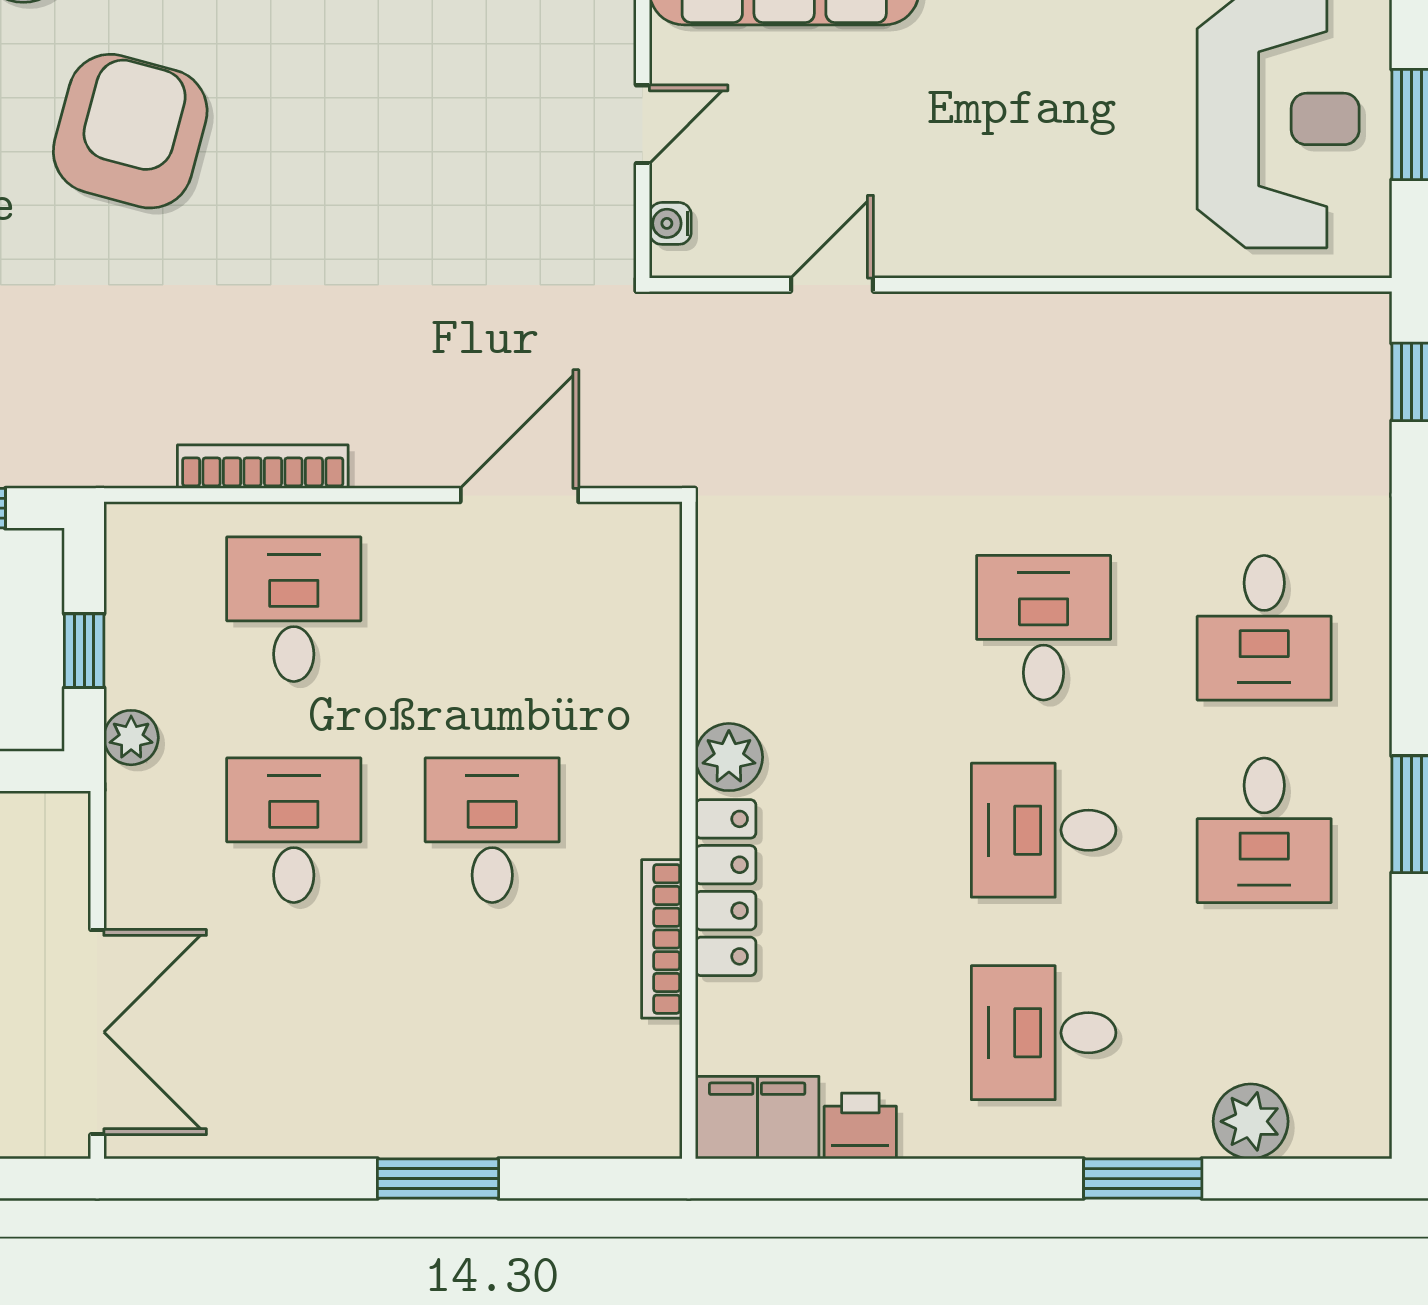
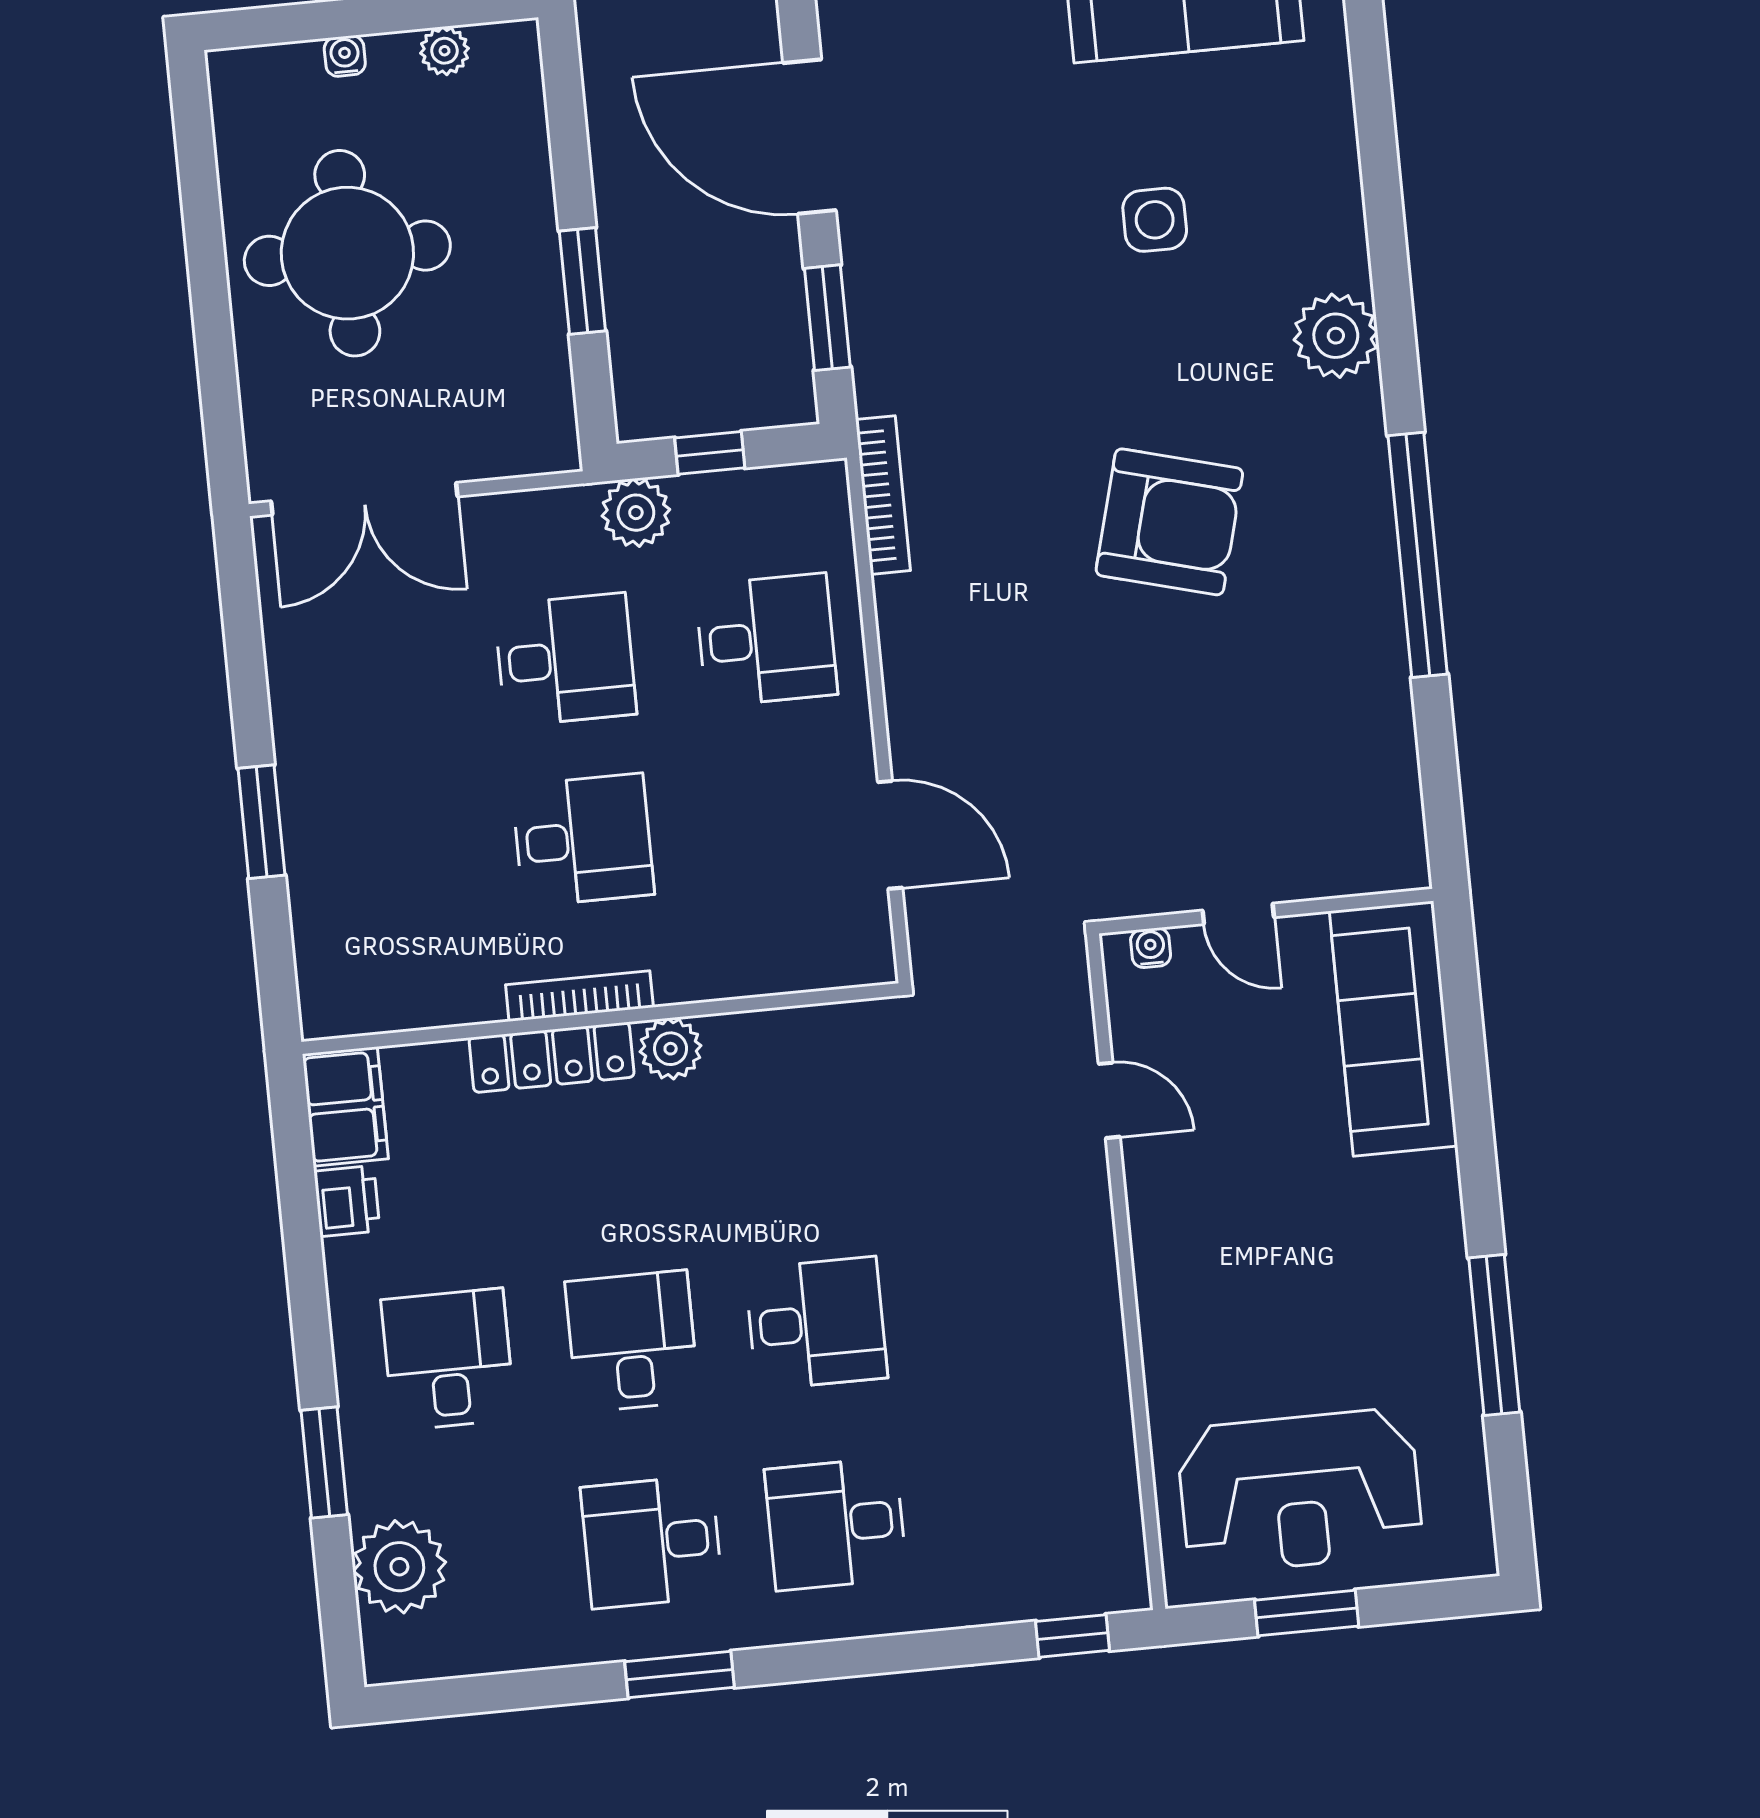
armchair: (130, 131) -> (1169, 522), moved
bookcase: (263, 467) -> (883, 495), moved
plant: (131, 738) -> (636, 513), width x1.38, depth x1.38
bookcase: (662, 939) -> (579, 996), moved
plant: (1251, 1121) -> (399, 1567), width x1.36, depth x1.36

